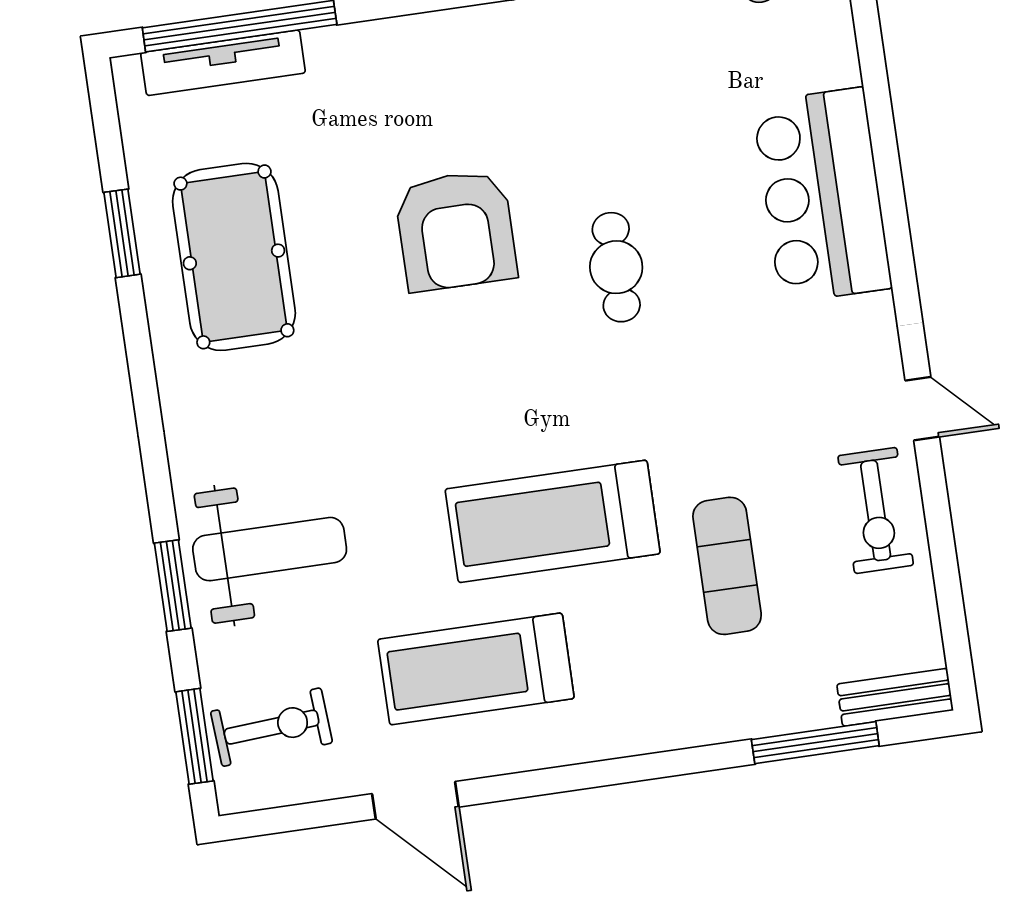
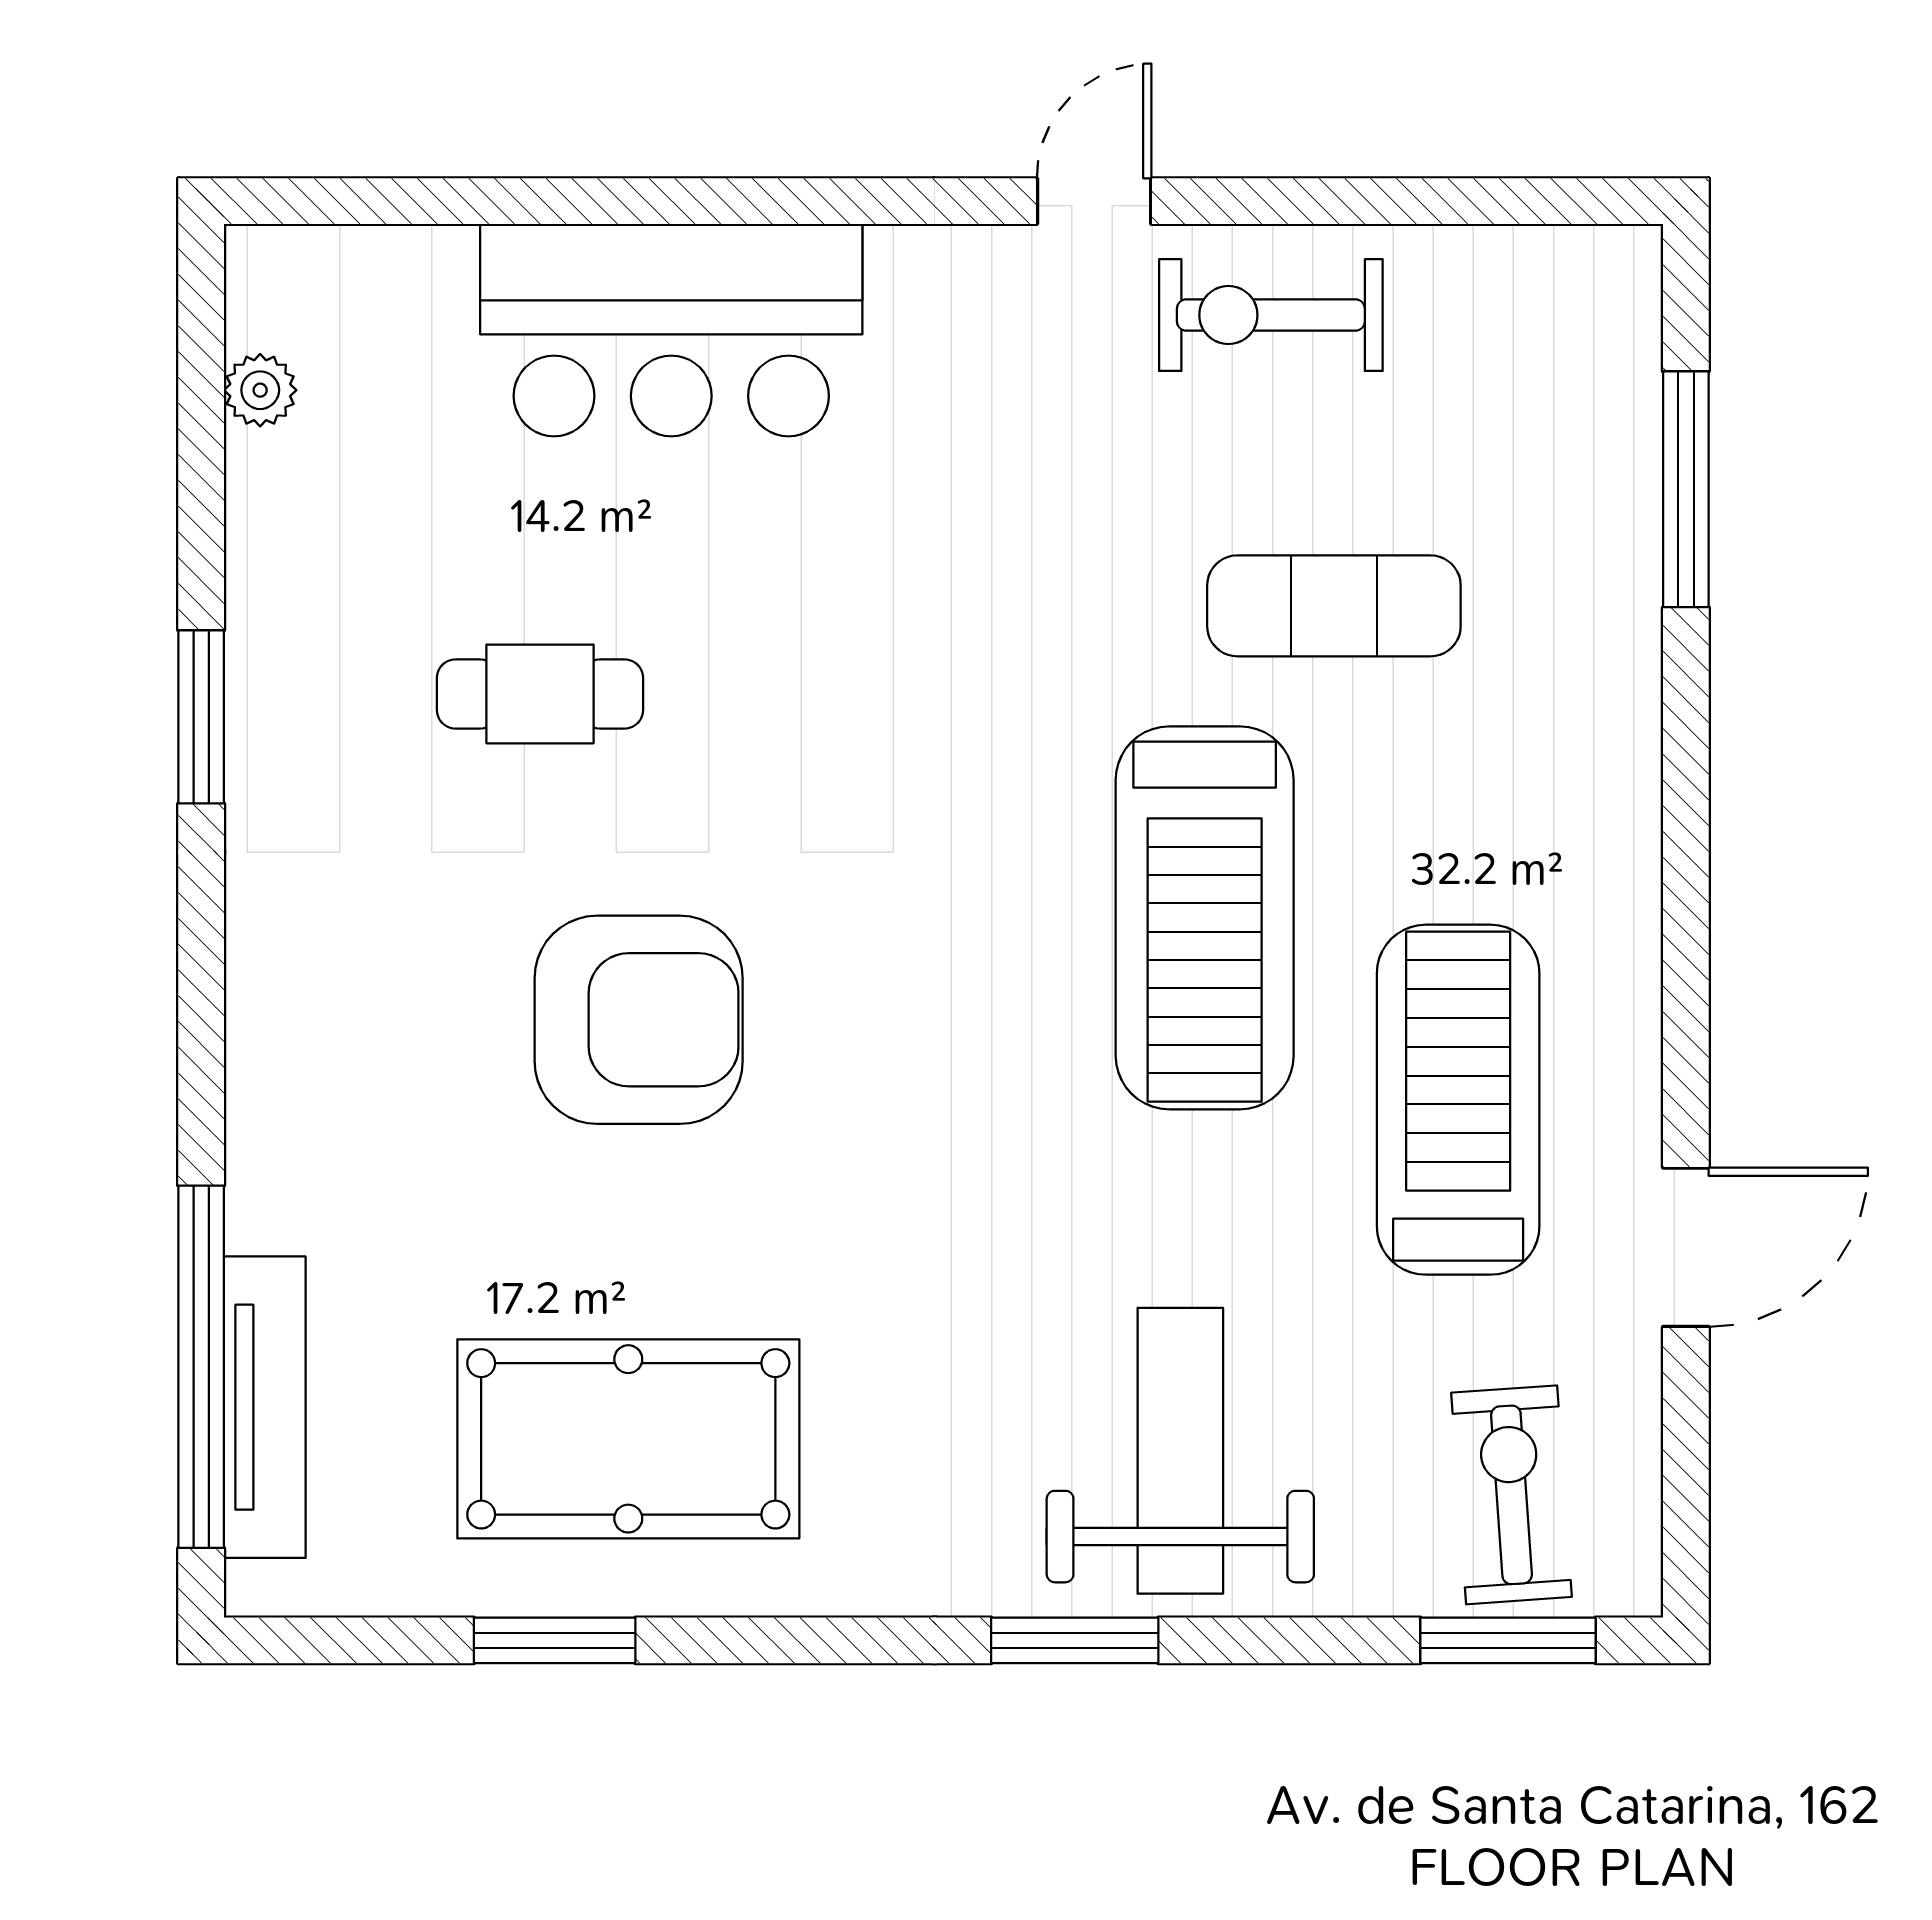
cafe table: (616, 267) -> (540, 694), moved
exercise bike: (876, 510) -> (1271, 315), turned 180
window: (173, 586) -> (1075, 1640), moved
treadmill: (476, 669) -> (1458, 1100), turned 180
bench: (895, 697) -> (1623, 329), removed

